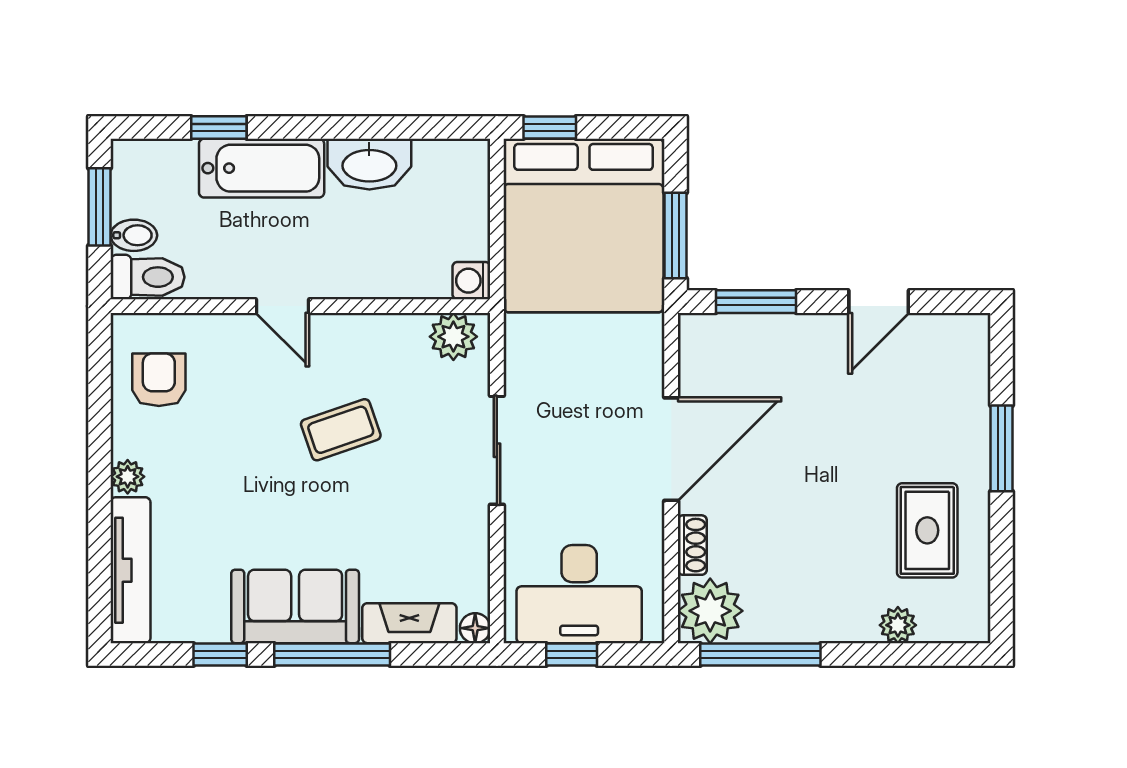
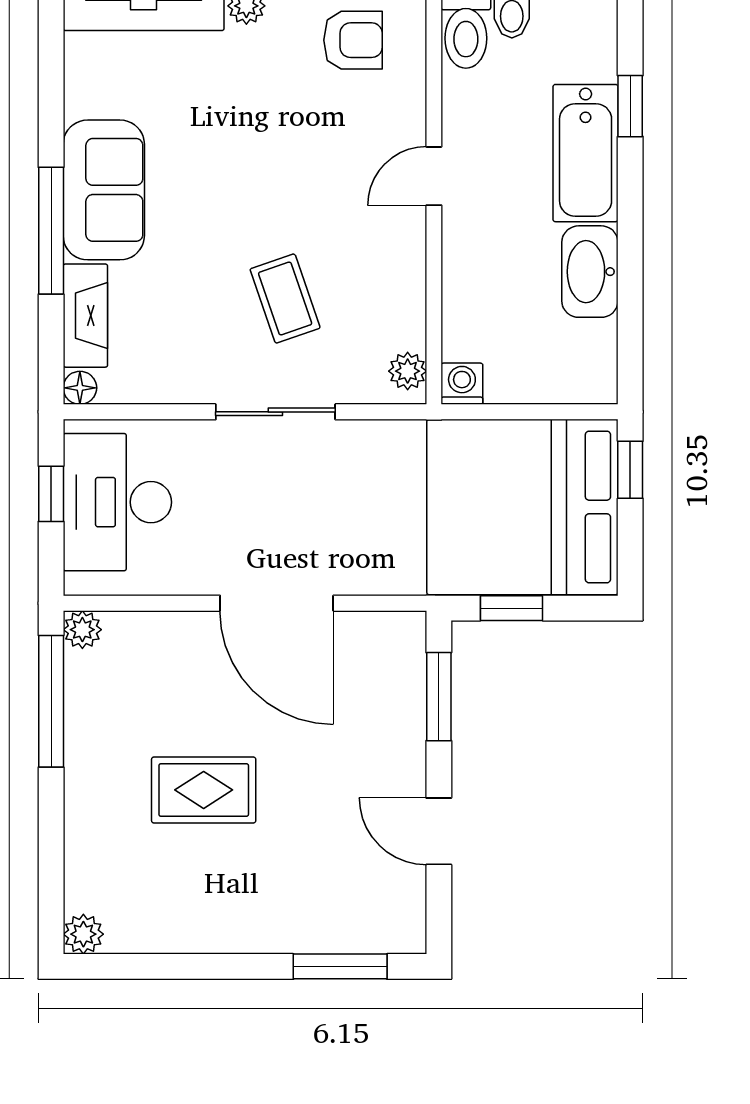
window: (676, 236) -> (512, 608), width x0.67
plant: (453, 337) -> (408, 371), width x0.73, depth x0.73
coffee table: (341, 430) -> (285, 299), moved
window: (1002, 448) -> (340, 966), moved
rug: (927, 530) -> (204, 790), moved
shoe rack: (692, 545) -> (171, 626), removed
plant: (710, 611) -> (82, 630), width x0.53, depth x0.53
plant: (898, 625) -> (83, 934), moved
window: (220, 654) -> (51, 108), removed

